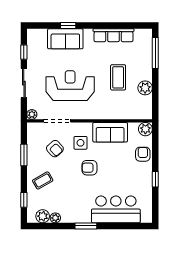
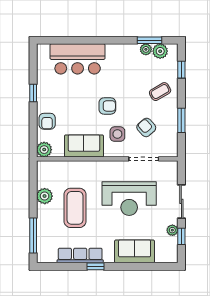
window: (68, 26) -> (96, 266), moved
coffee table: (118, 77) -> (75, 208), width x1.36, depth x1.32
plant: (32, 114) -> (172, 230), moved
window: (86, 226) -> (150, 40), moved

